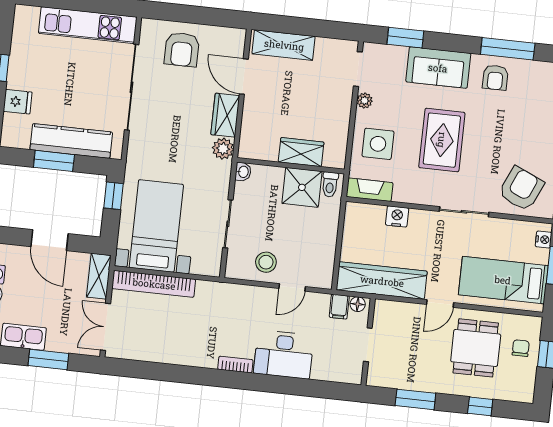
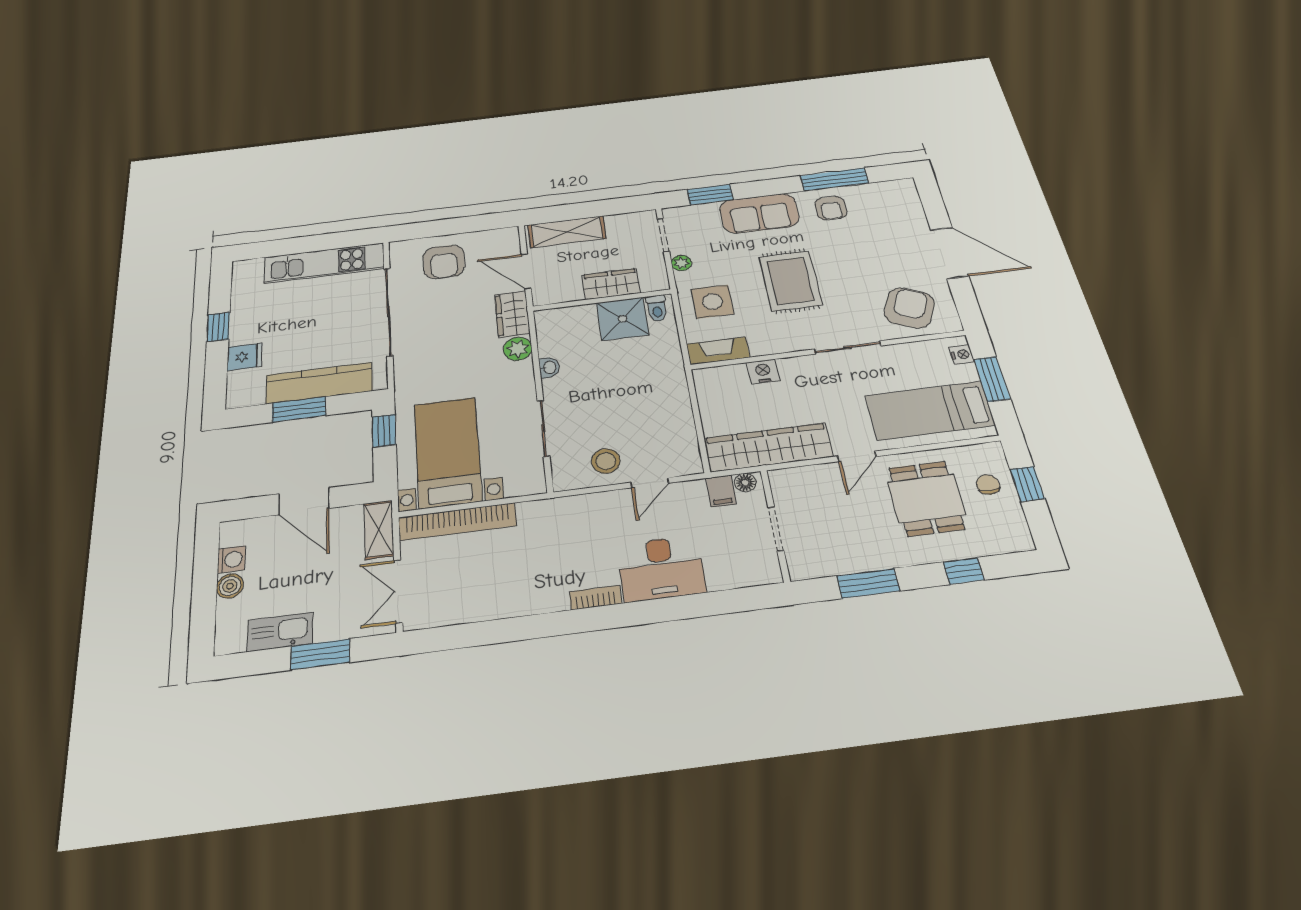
wardrobe: (301, 152) -> (611, 284), moved
wall: (291, 166) -> (602, 300), moved
toilet: (330, 184) -> (657, 308), moved
shower: (302, 187) -> (622, 319), moved

